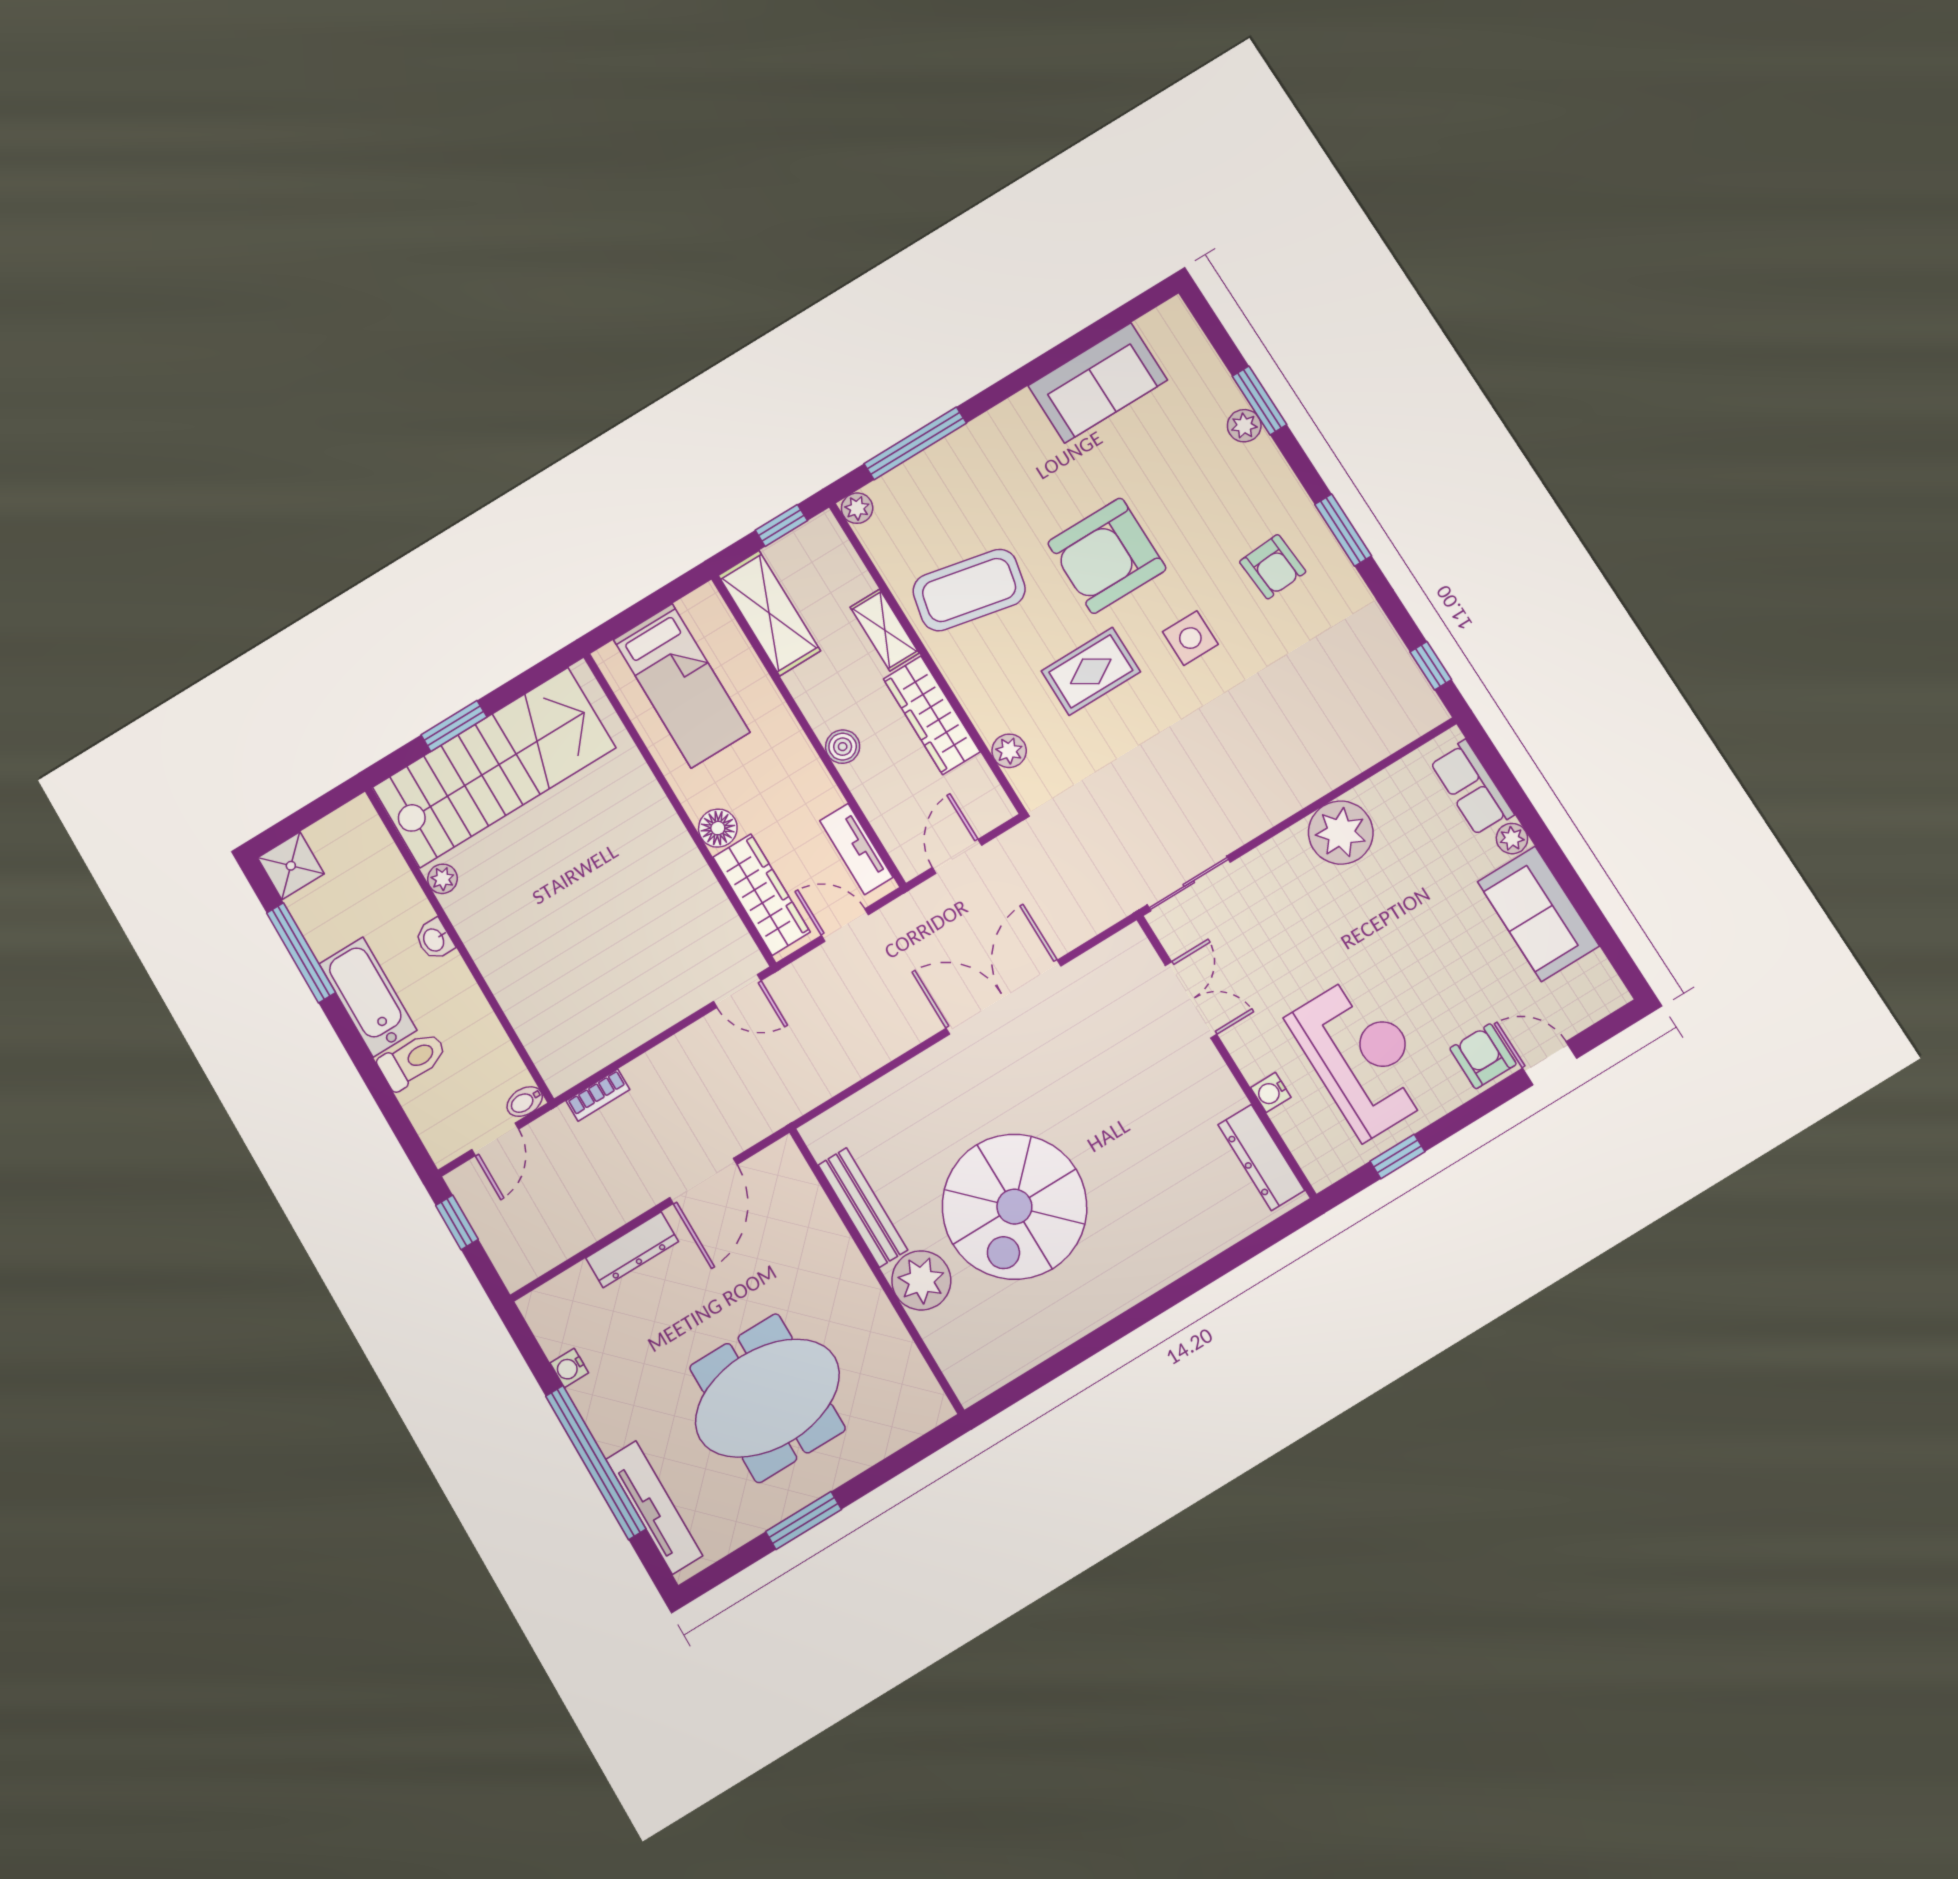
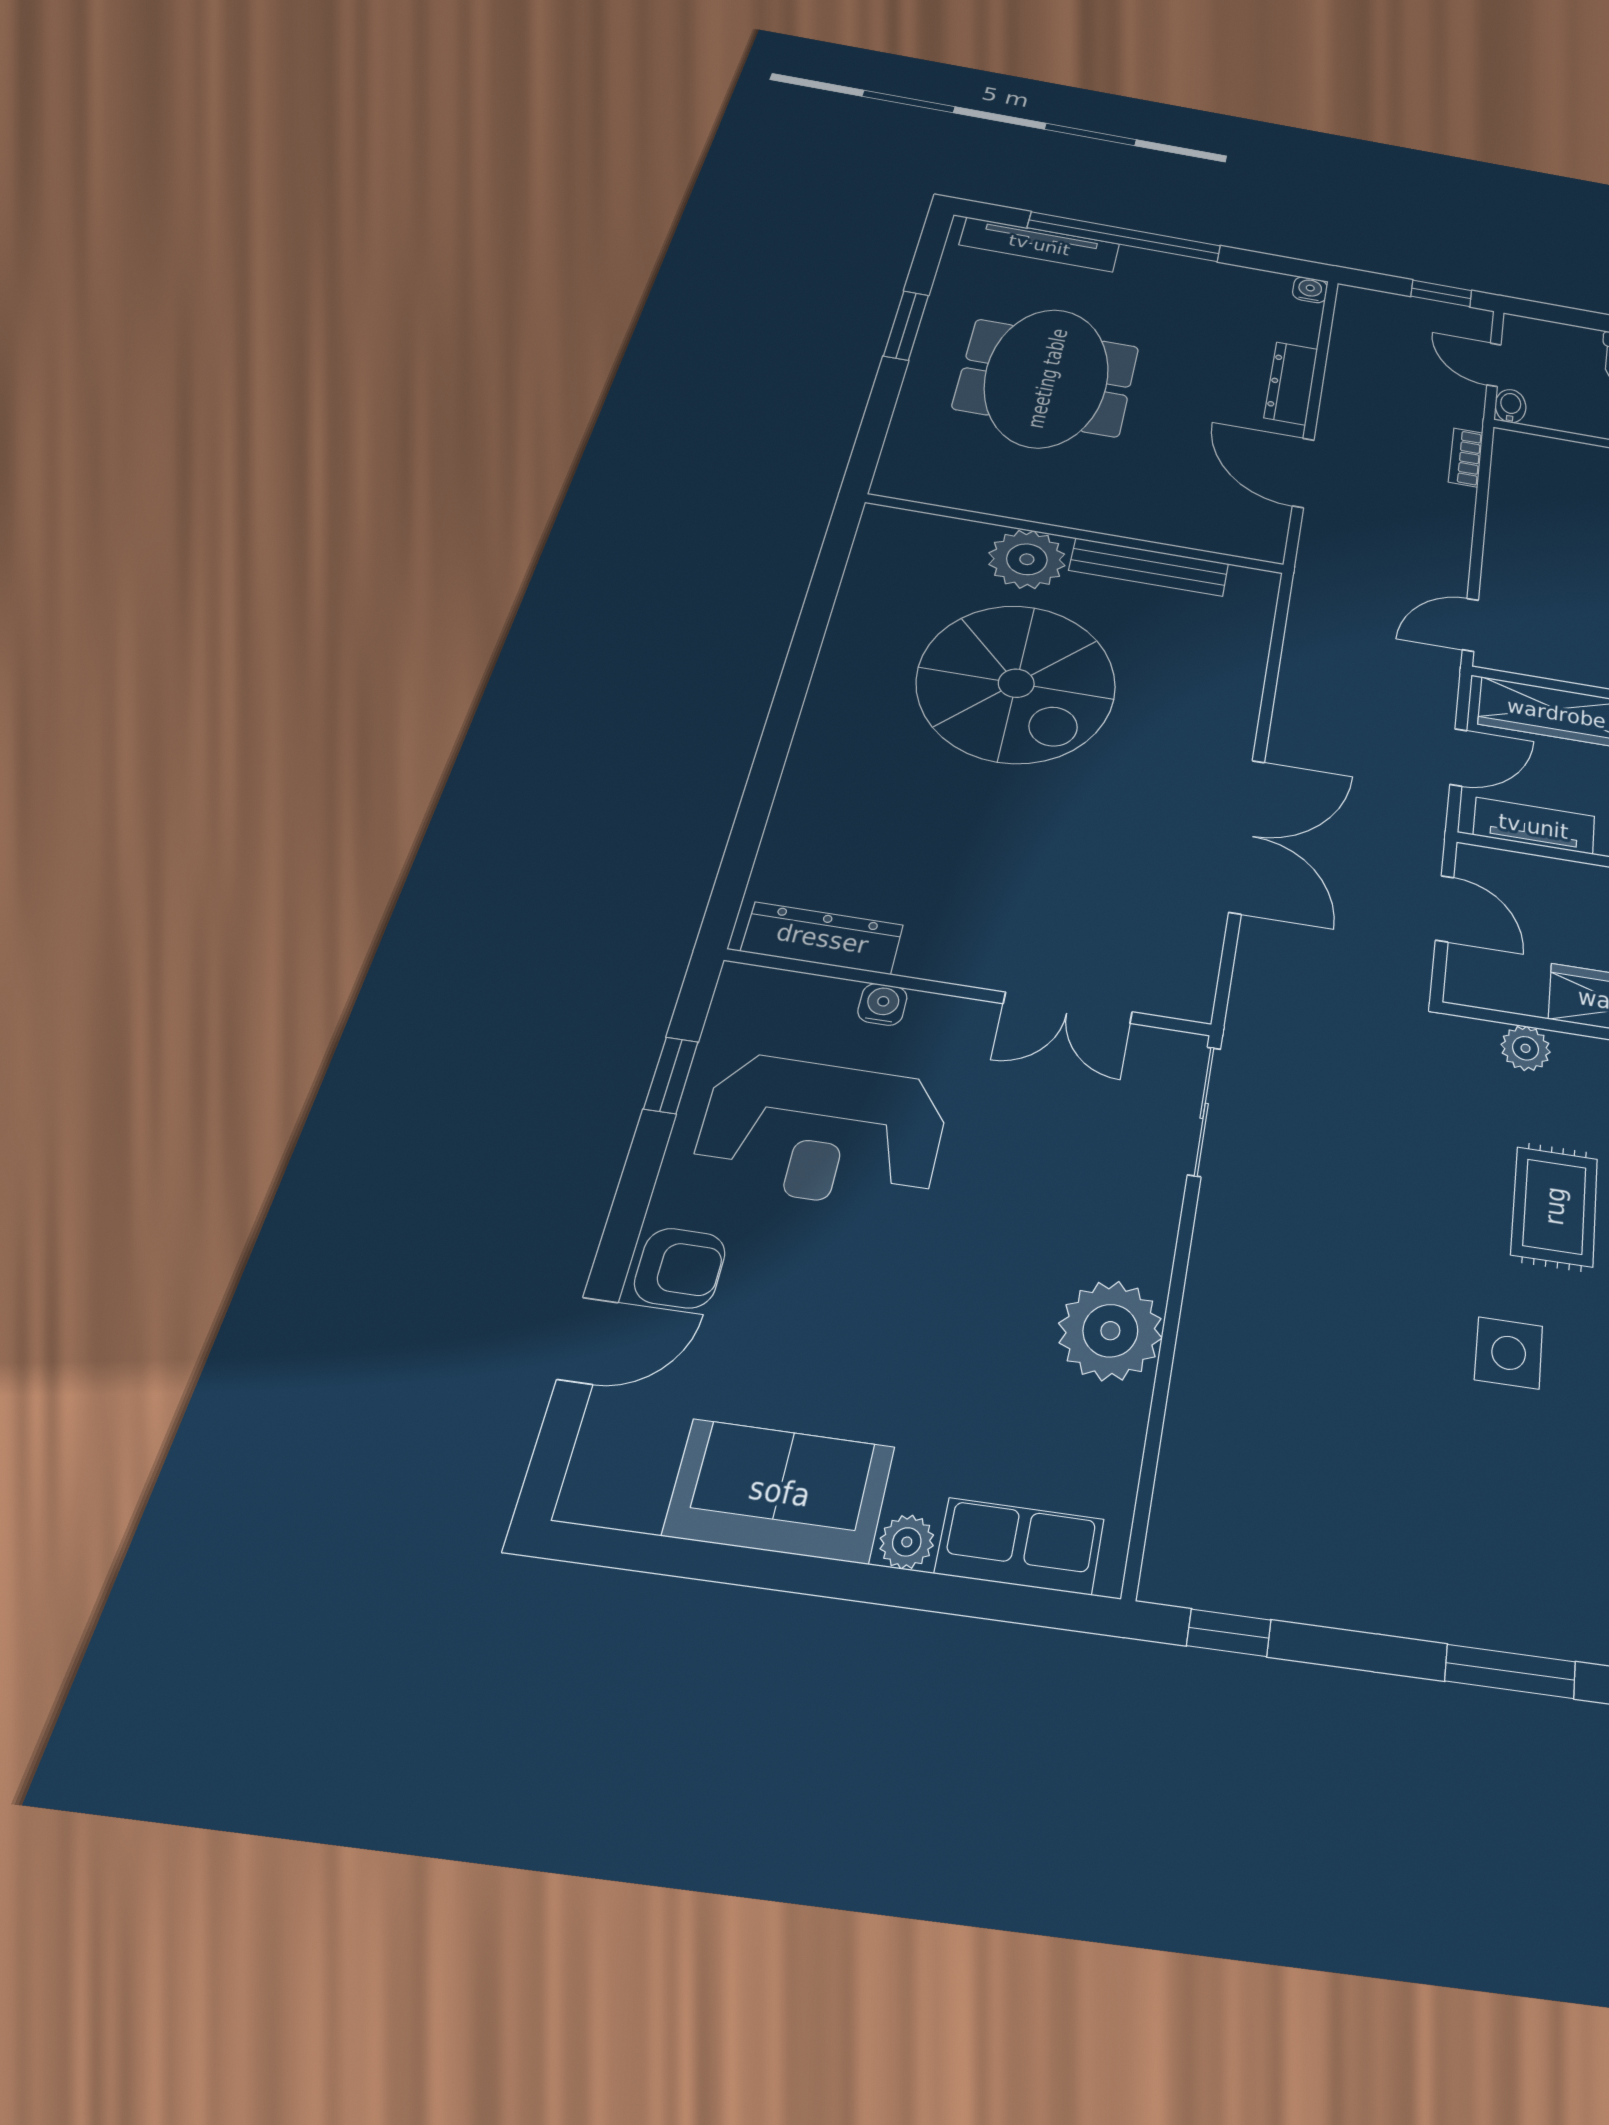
armchair: (1273, 567) -> (1528, 1533), removed
spiral stairs: (1014, 1207) -> (1016, 683), turned 180
water cooler: (569, 1368) -> (1310, 290), moved

